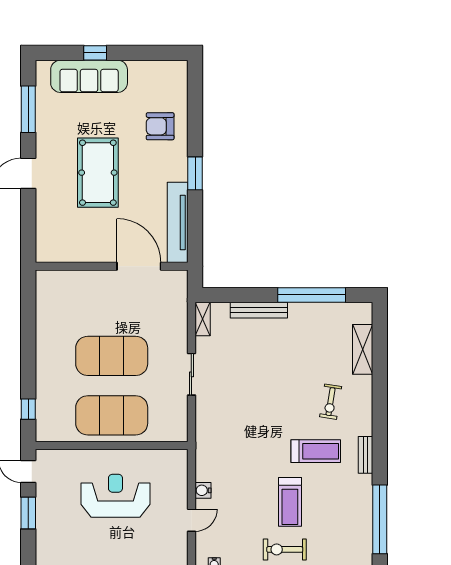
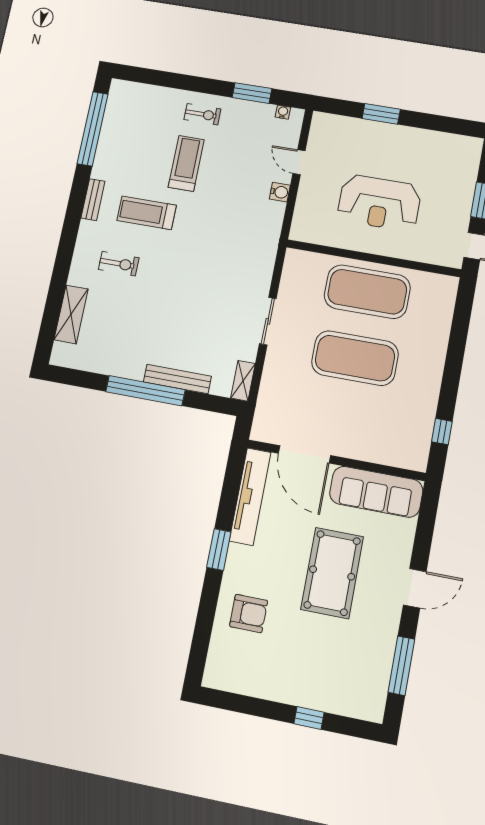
sofa: (89, 76) -> (376, 492), moved, turned 180
window: (312, 295) -> (145, 391), moved
exercise bike: (331, 402) -> (119, 264), turned 81
window: (28, 409) -> (442, 432), moved
door: (191, 520) -> (299, 162), hinge flipped
exercise bike: (285, 549) -> (202, 114), width x0.73, depth x0.72

